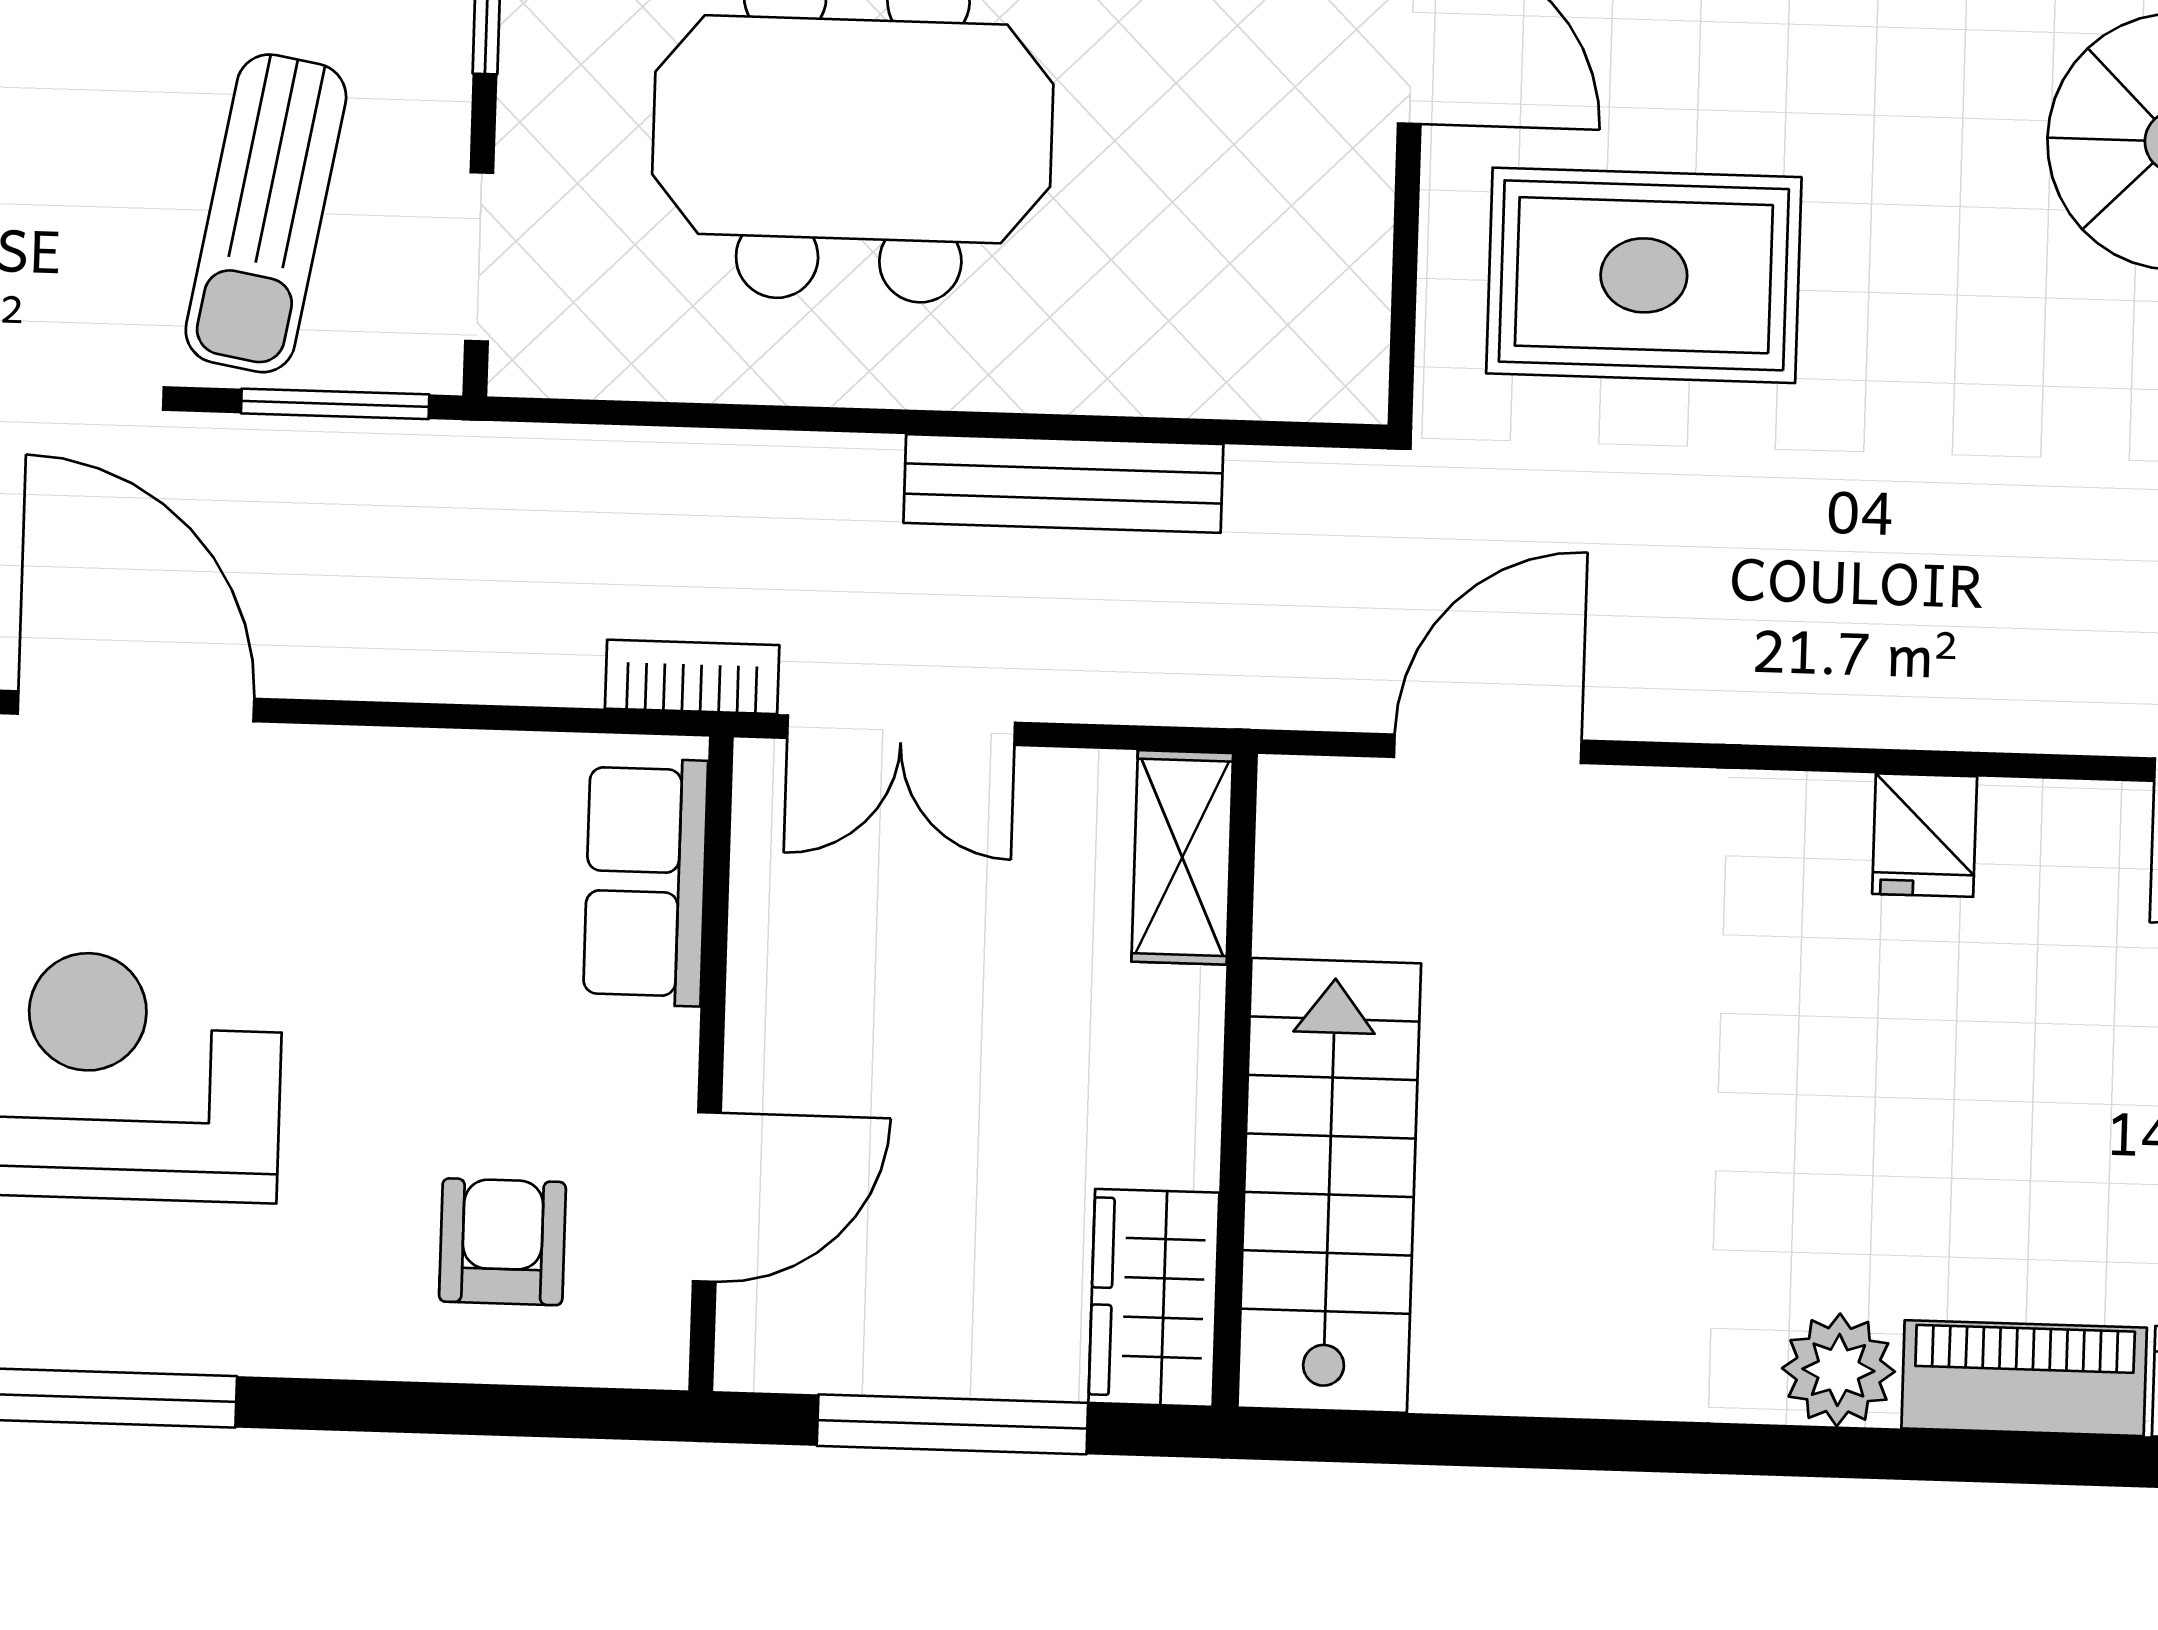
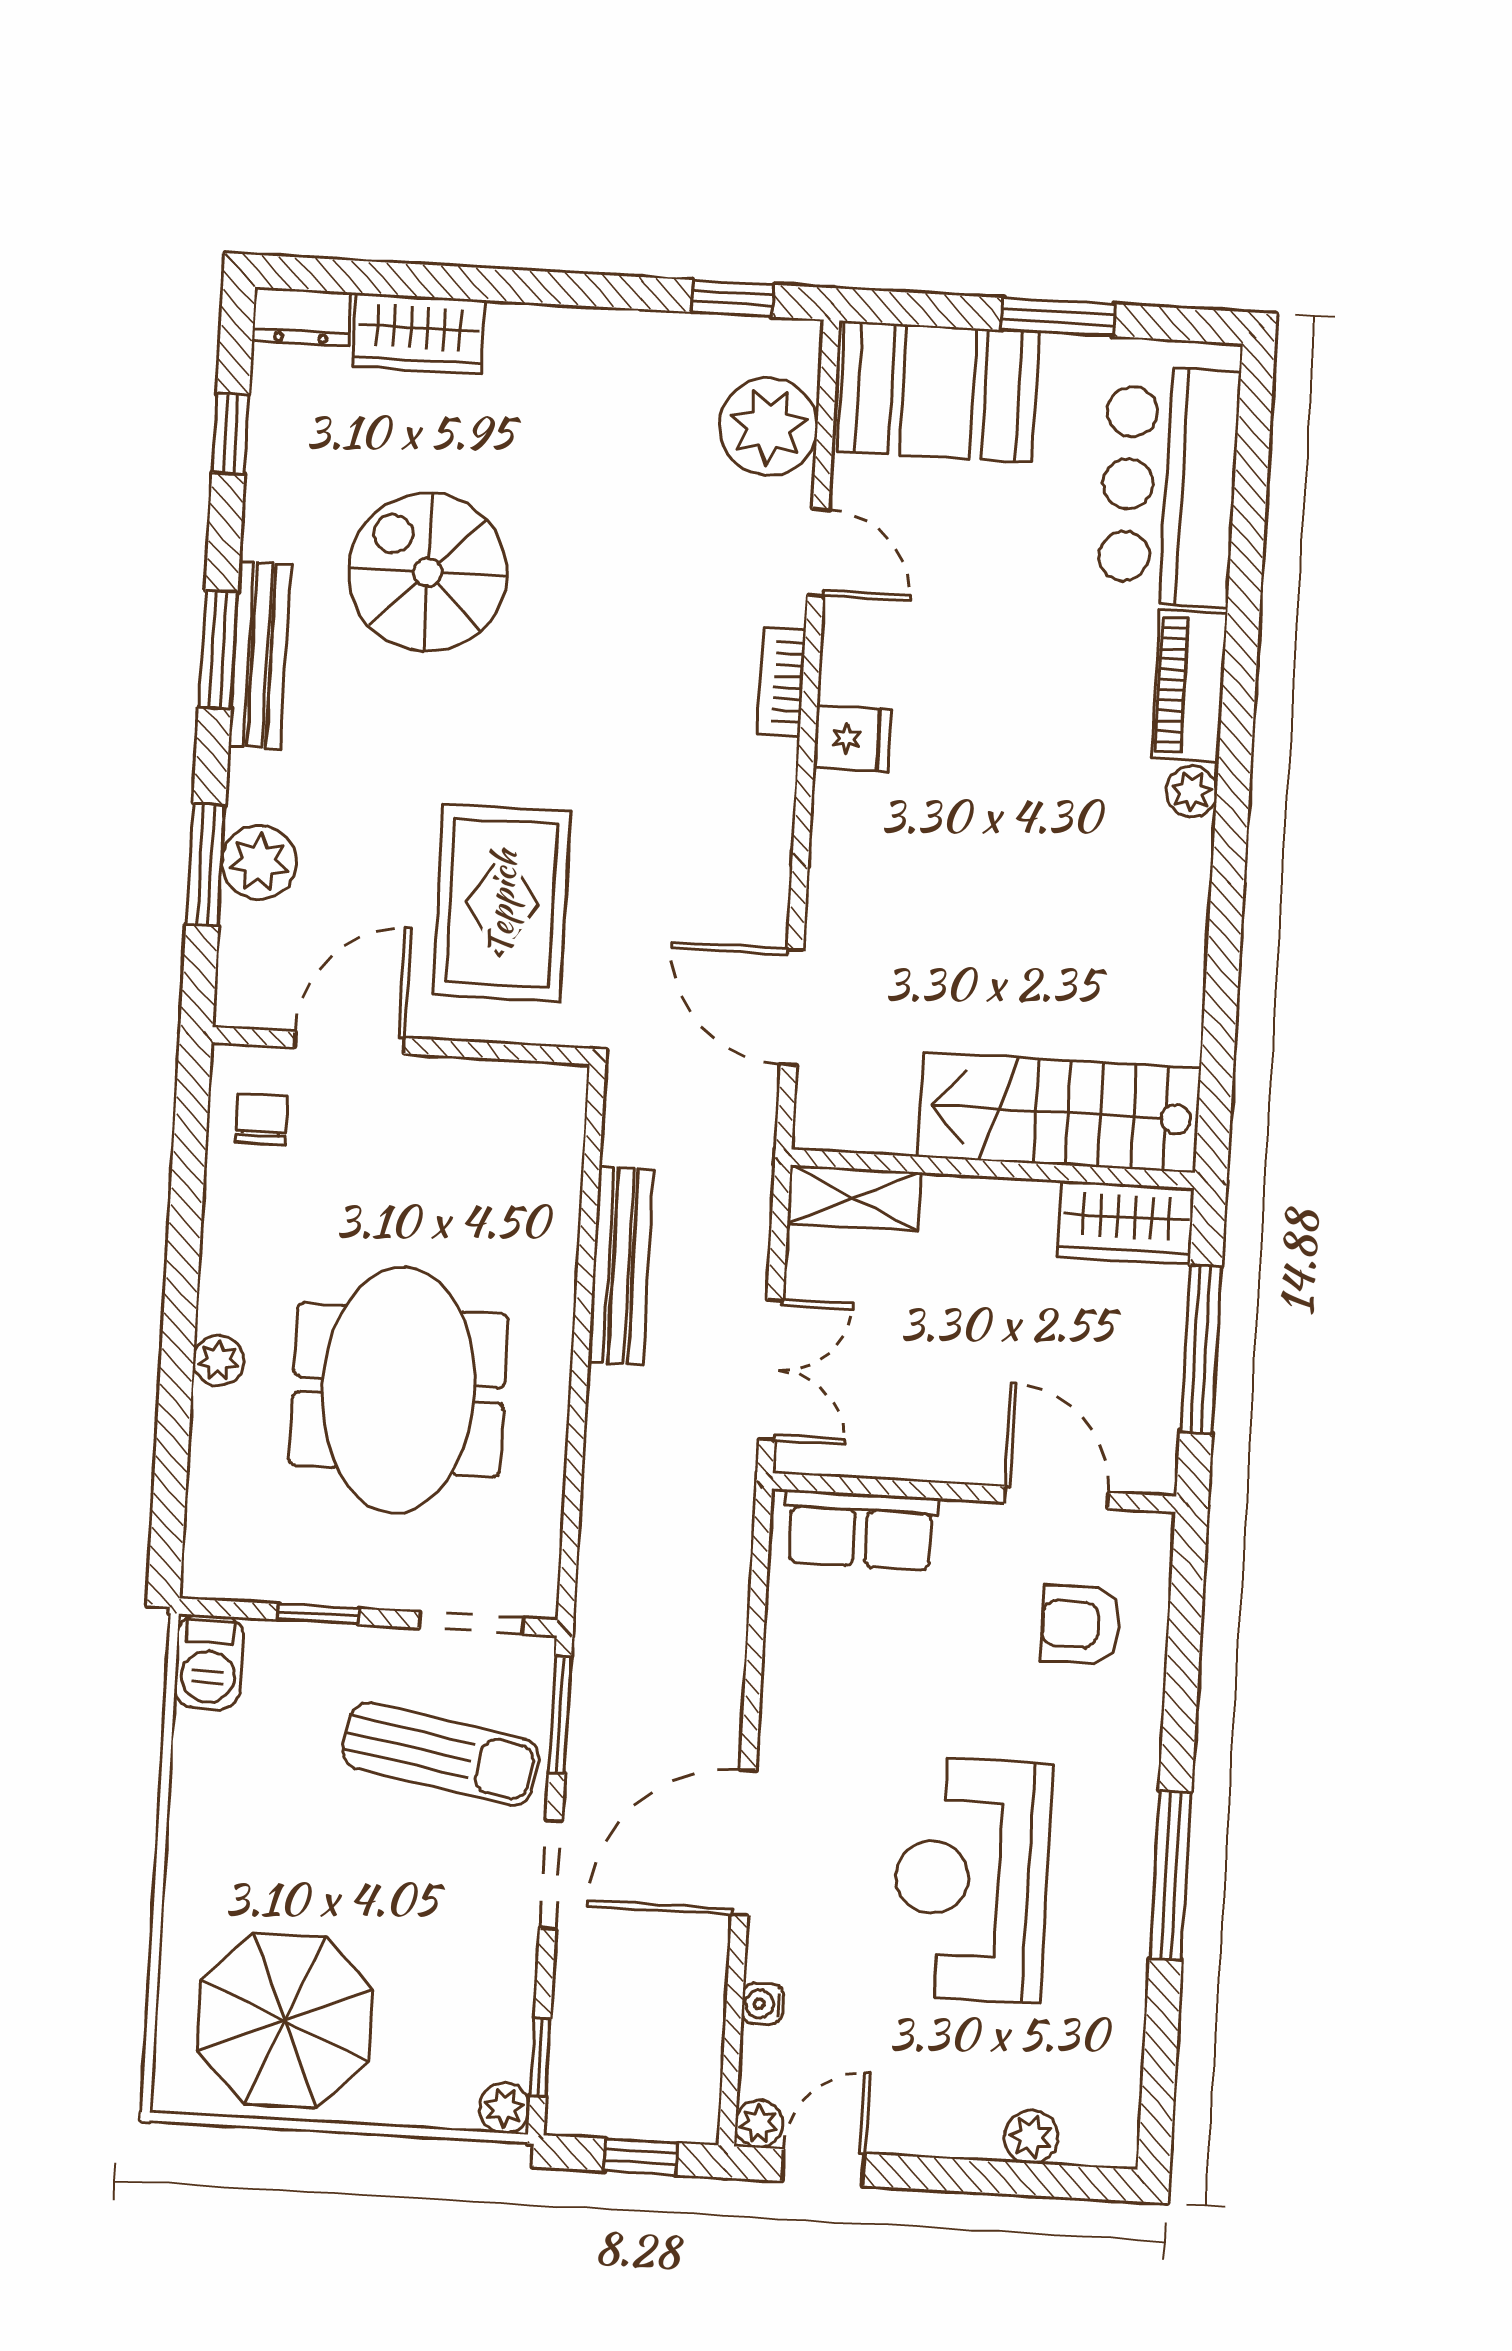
bookcase: (692, 677) -> (782, 682), moved
plant: (1838, 1370) -> (1192, 792), width x0.73, depth x0.73

